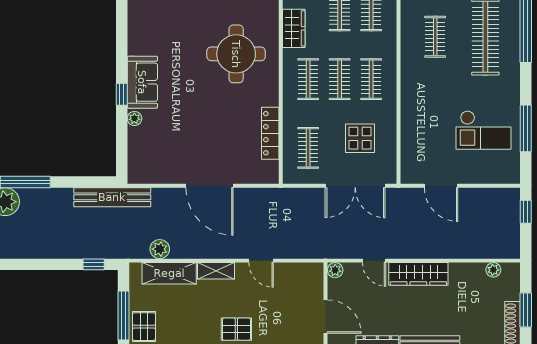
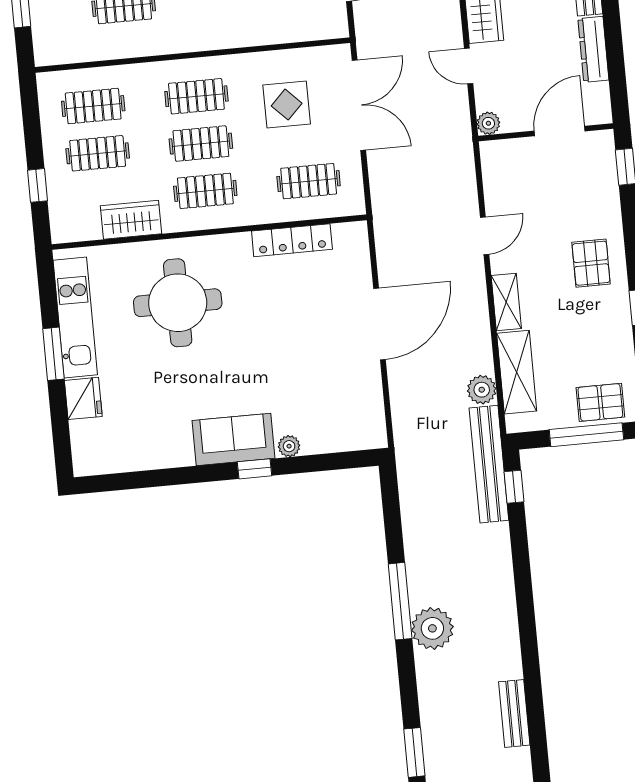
bench: (112, 197) -> (489, 464), moved
door: (374, 261) -> (469, 66), swing flipped

